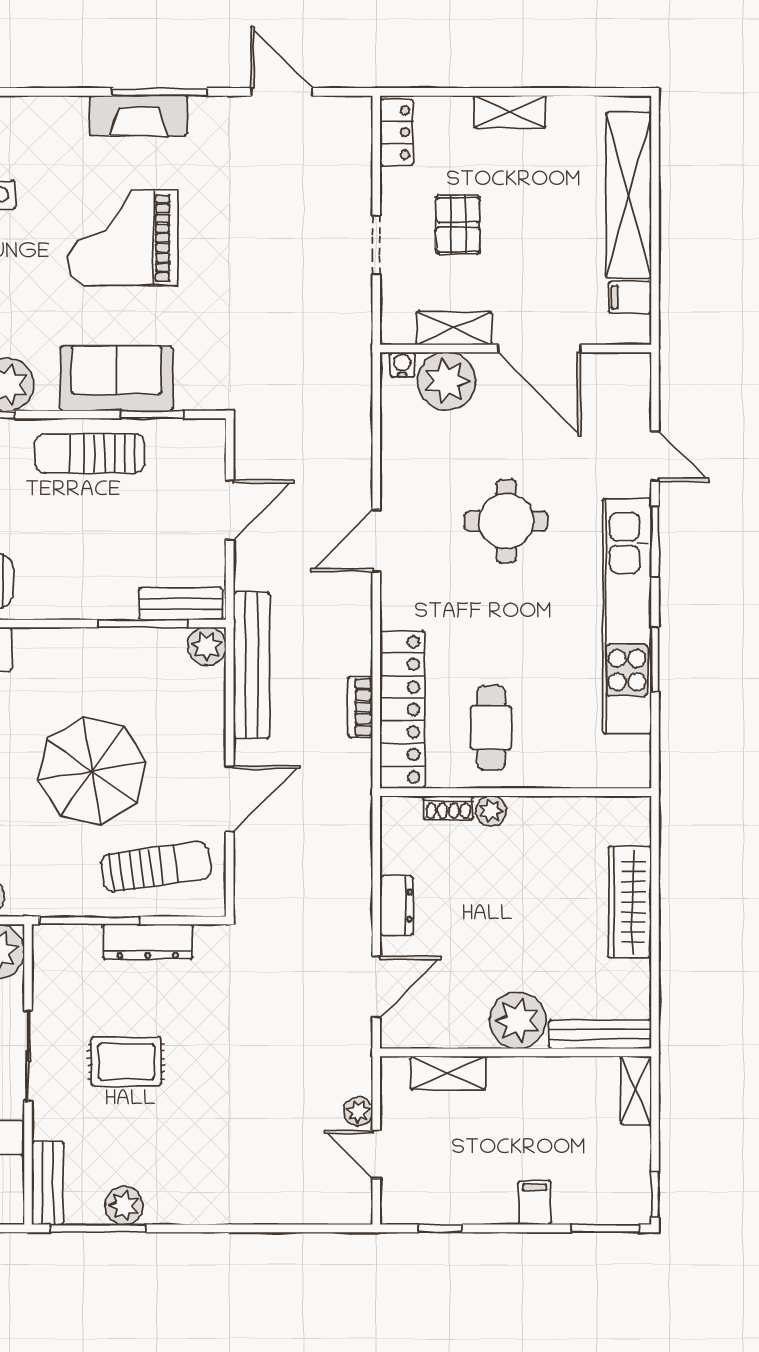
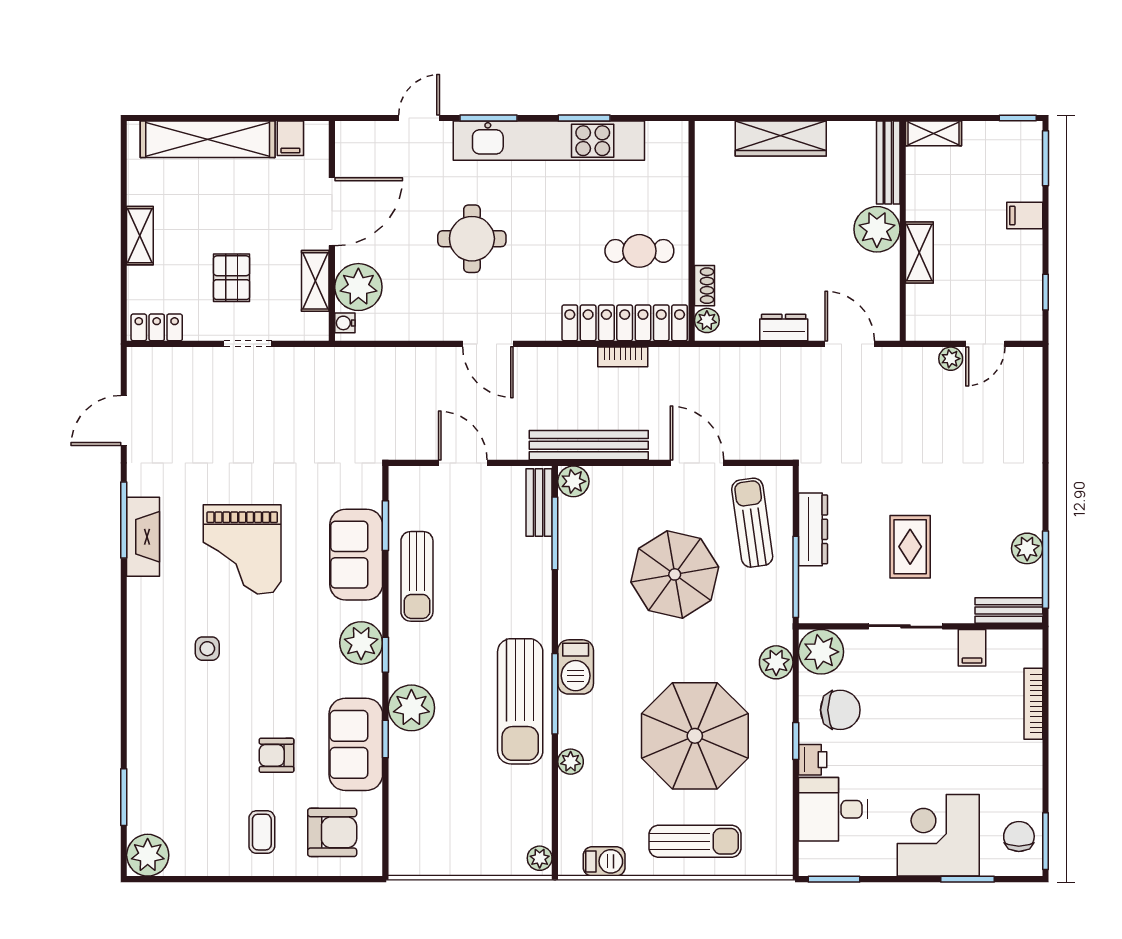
pallet: (458, 225) -> (232, 278), turned 90
plant: (491, 811) -> (707, 320), moved
shelving: (448, 1073) -> (919, 252), moved

